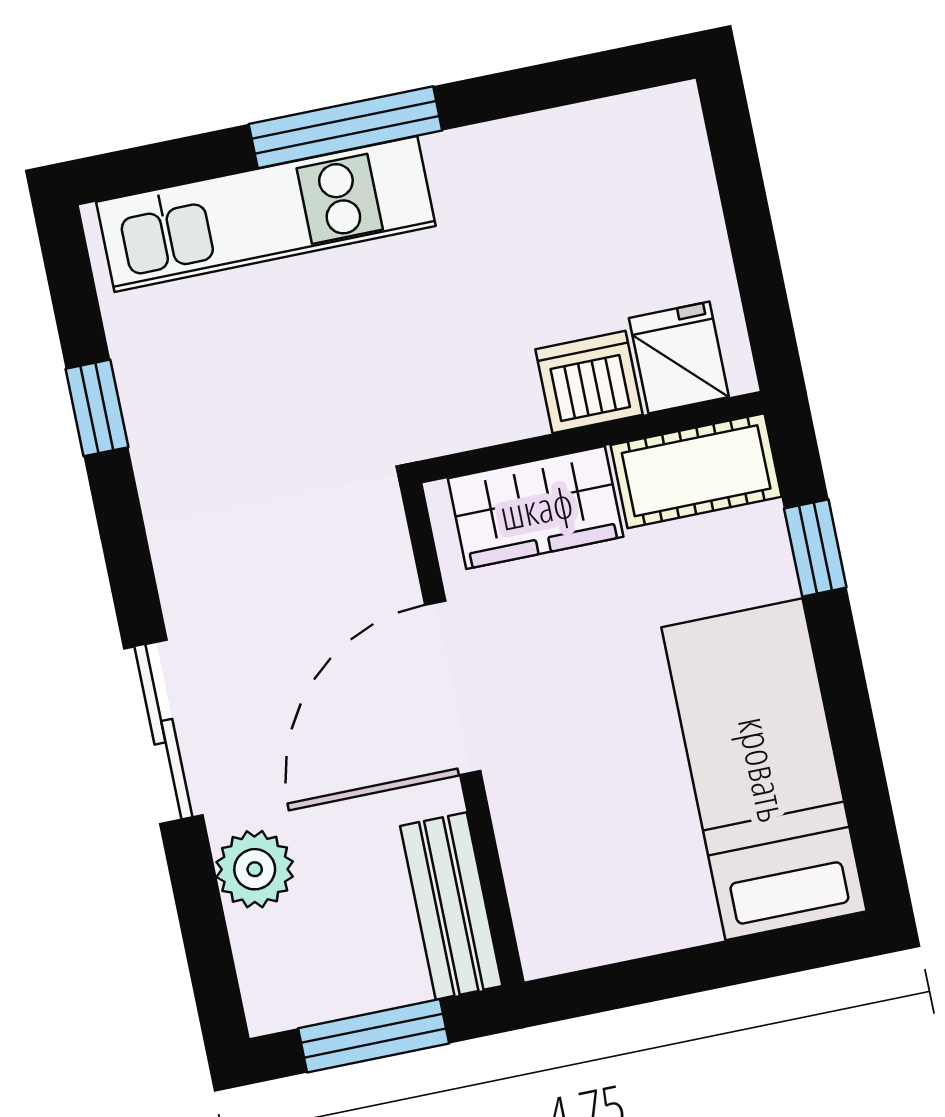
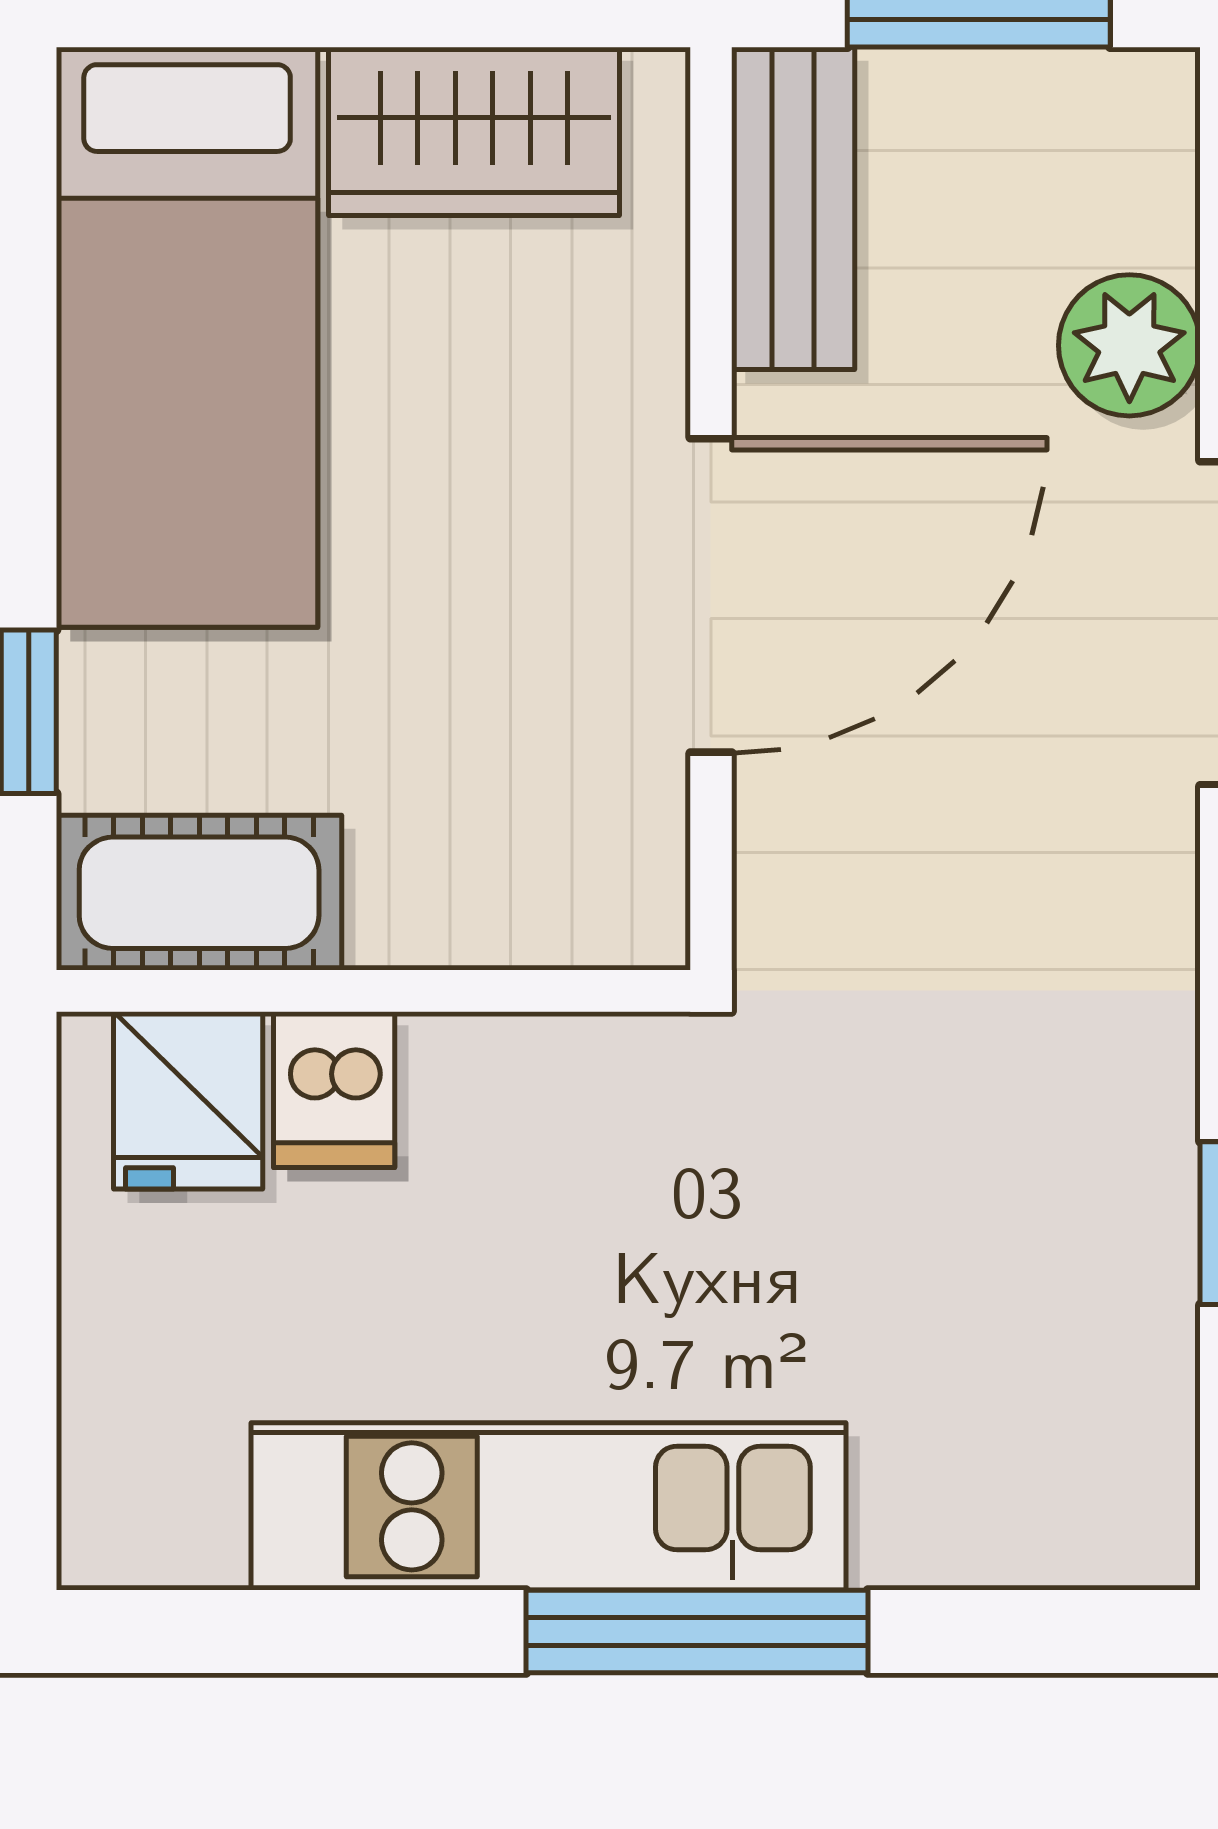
kitchen unit: (266, 214) -> (548, 1506), moved
dishwasher: (589, 382) -> (334, 1090), width x0.73
wardrobe: (536, 508) -> (474, 131), moved, turned 180

